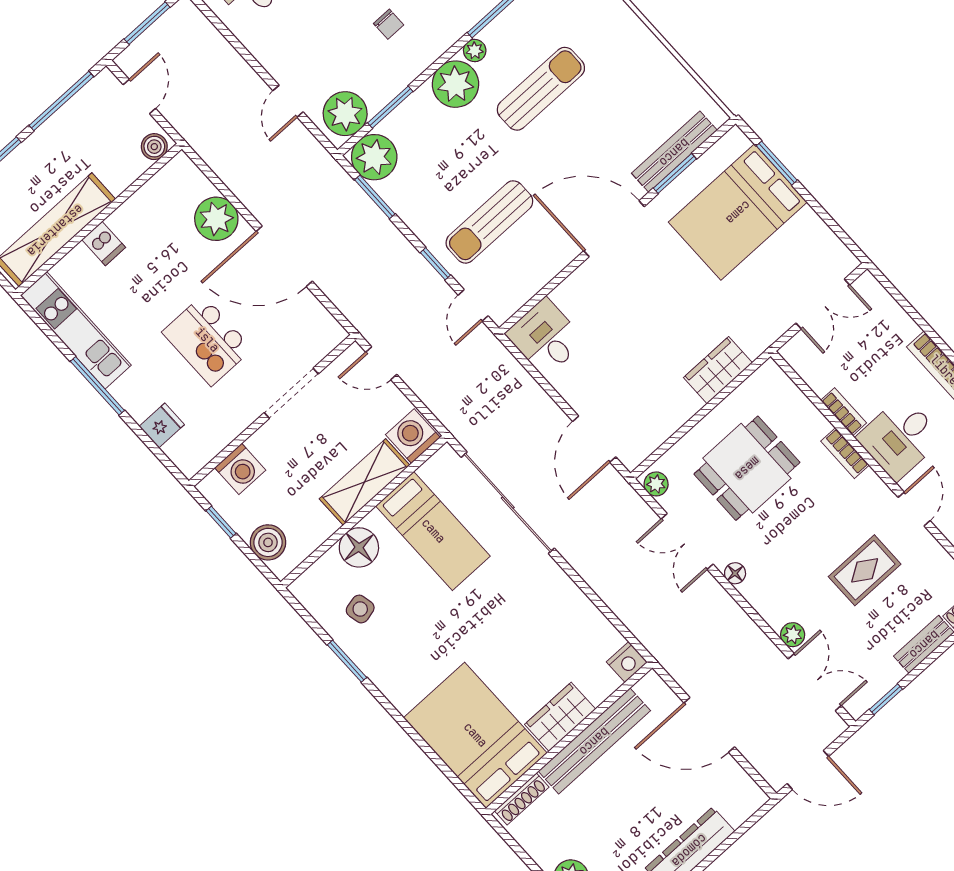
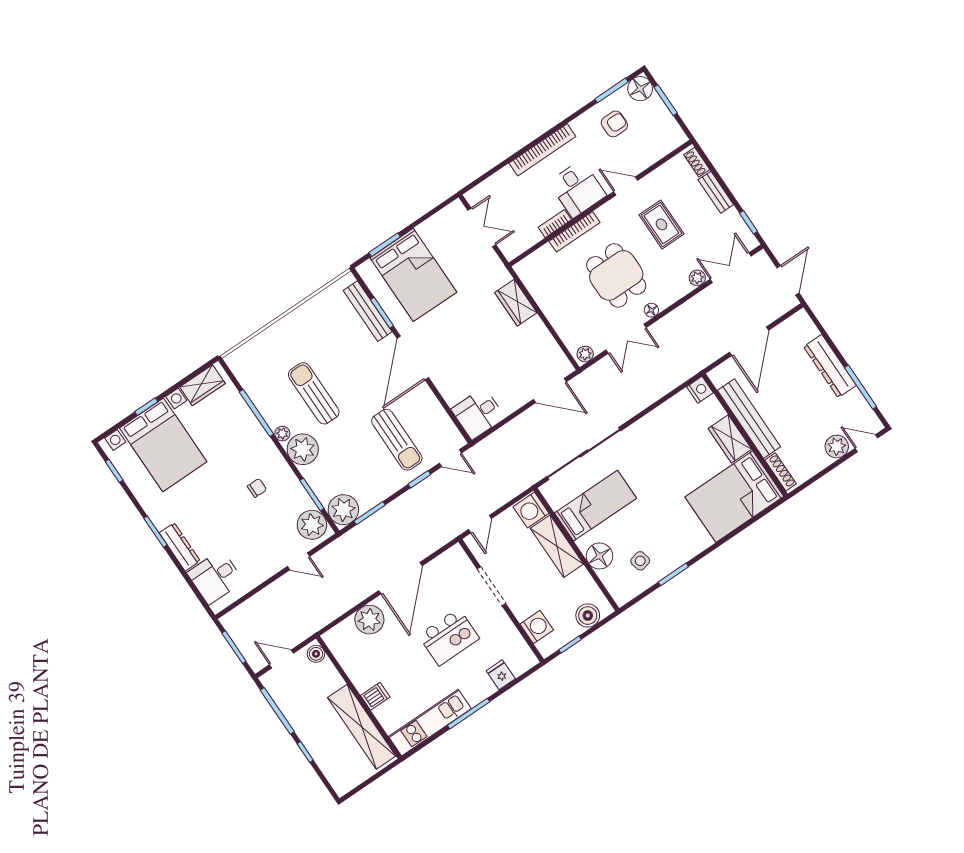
bookcase: (845, 453) -> (574, 232), width x1.56
dining table: (747, 468) -> (616, 275), moved

